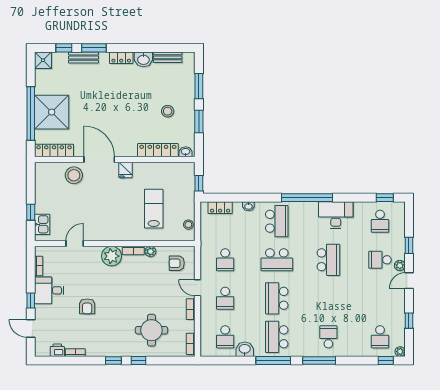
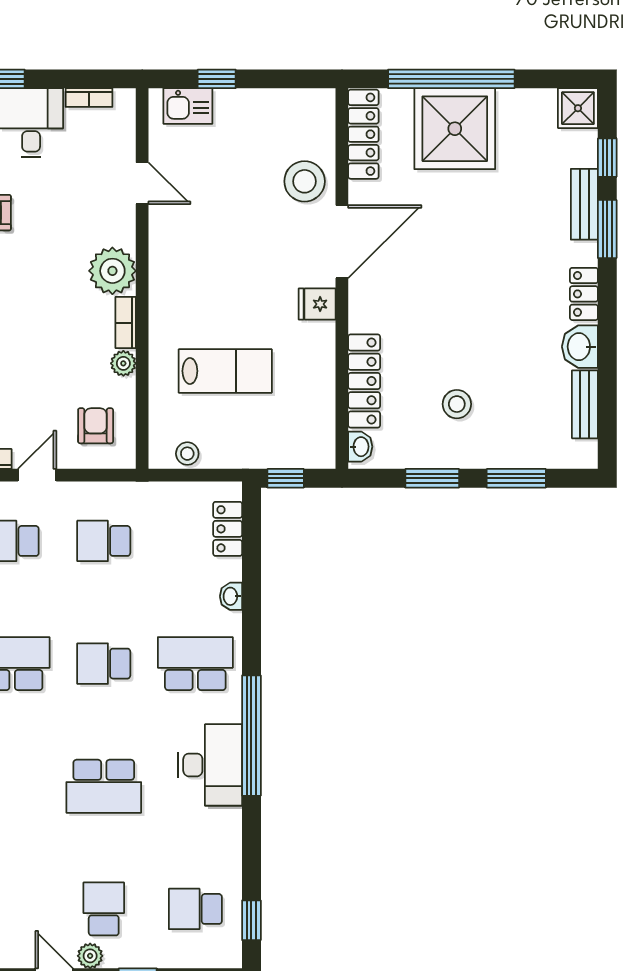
desk: (336, 215) -> (210, 765), moved
school desk: (277, 221) -> (195, 664), turned 180
school desk: (277, 260) -> (104, 664), width x0.54

